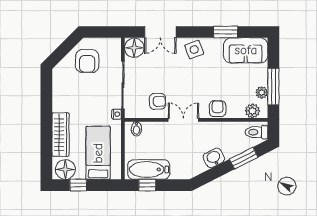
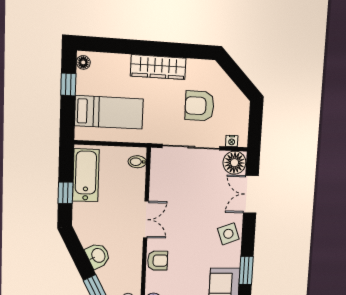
armchair: (87, 61) -> (200, 106), moved
armchair: (158, 101) -> (170, 189), removed
nightstand: (116, 114) -> (232, 141), moved
wardrobe: (60, 135) -> (158, 67), moved
floor lamp: (65, 169) -> (83, 62), width x0.53, depth x0.53
window: (147, 185) -> (66, 193), moved

